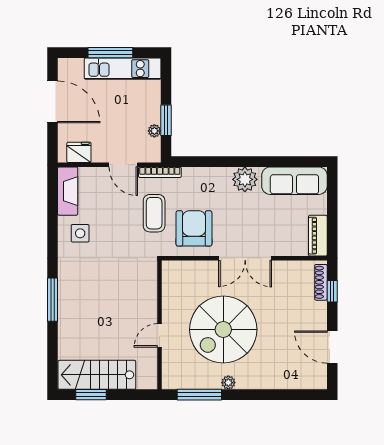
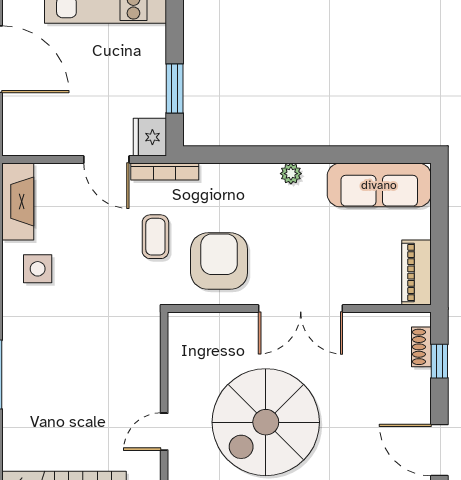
plant: (154, 131) -> (156, 105), removed
fridge: (79, 152) -> (150, 137), moved, turned -90
plant: (245, 179) -> (291, 174), width x0.53, depth x0.53
coffee table: (154, 213) -> (155, 237), width x0.73, depth x0.77
shoe rack: (321, 282) -> (421, 347), width x0.70

